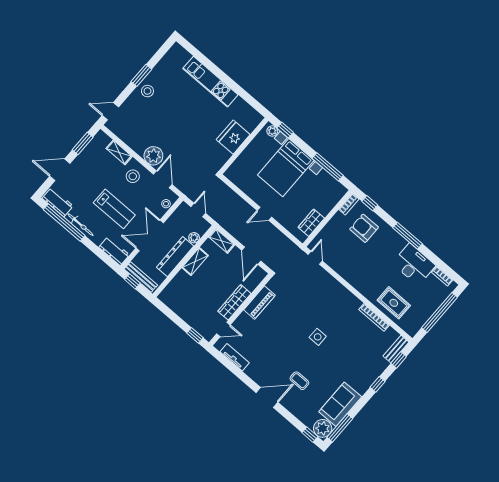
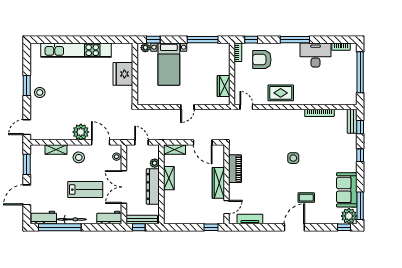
kitchen unit: (210, 82) -> (76, 50), width x1.36
bed with nightstands: (286, 168) -> (169, 64), width x0.73
rug: (394, 303) -> (281, 93), moved

